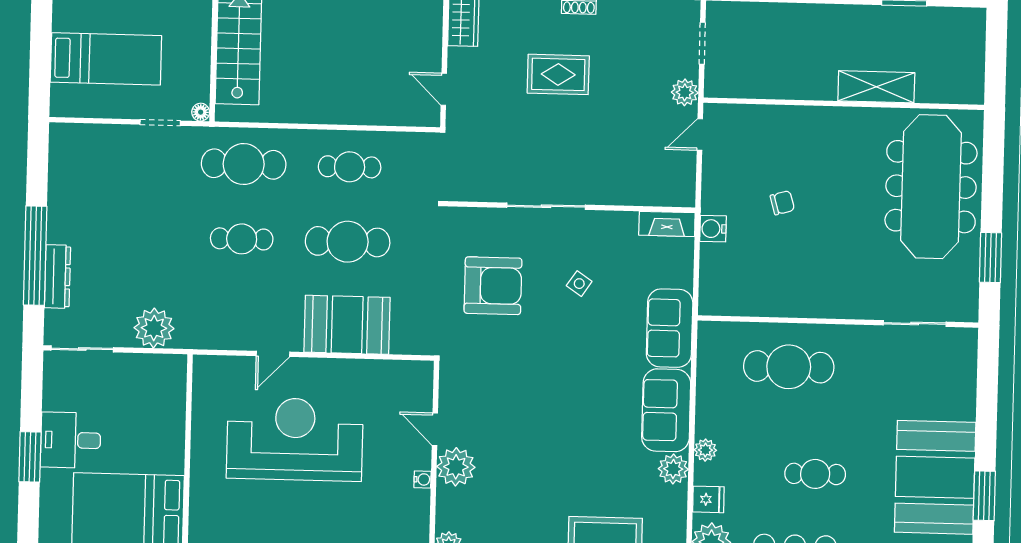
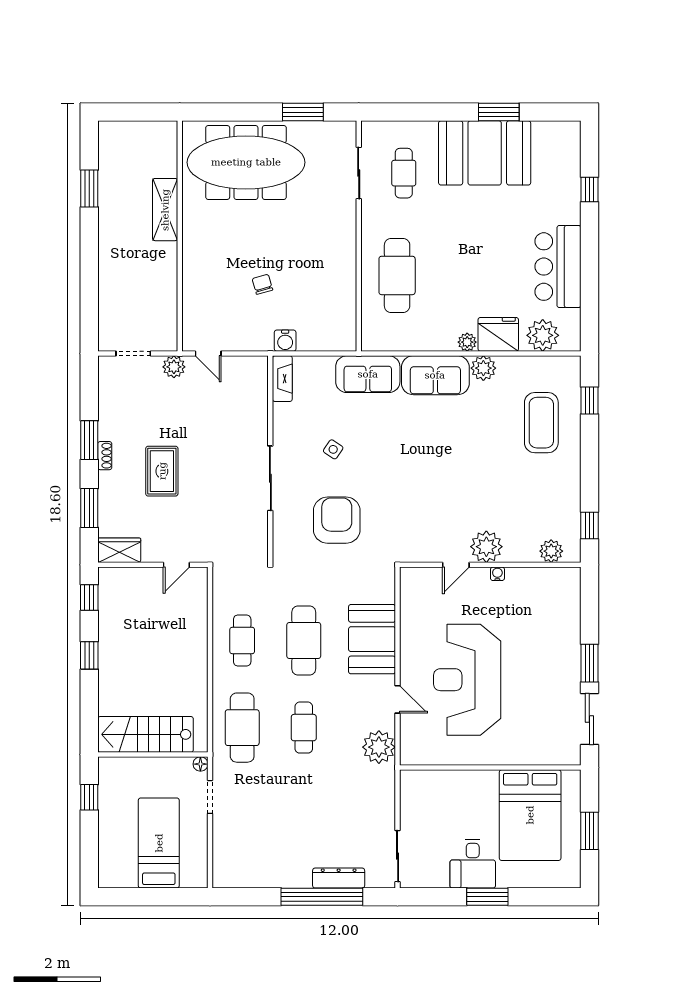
plant: (154, 328) -> (379, 747), moved
cafe table: (815, 474) -> (404, 173), moved
fridge: (708, 499) -> (498, 334), width x1.88, depth x1.34

